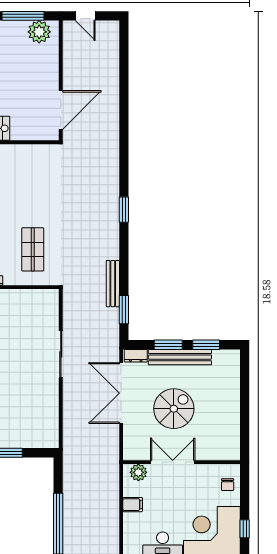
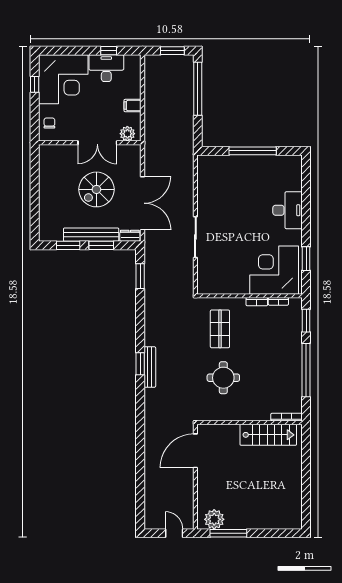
round table: (29, 194) -> (223, 378), added
bench: (113, 284) -> (150, 367), moved

